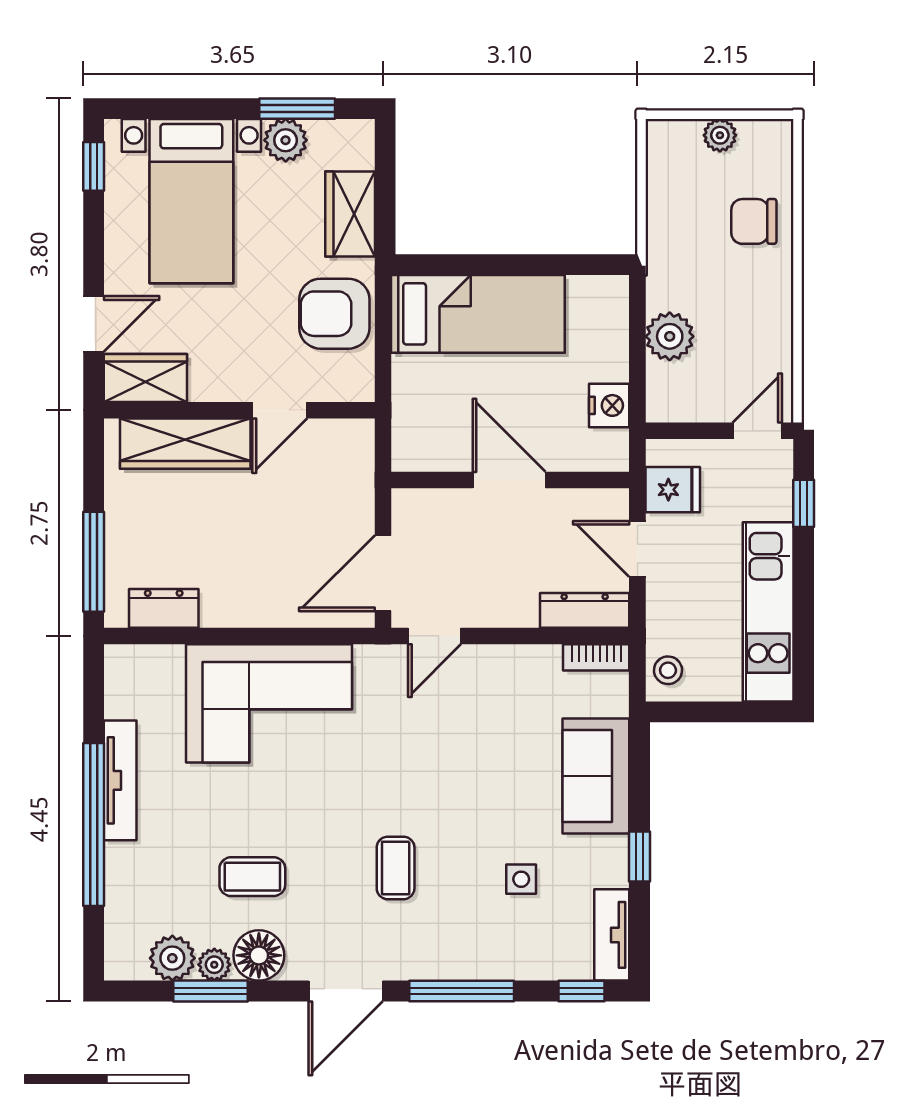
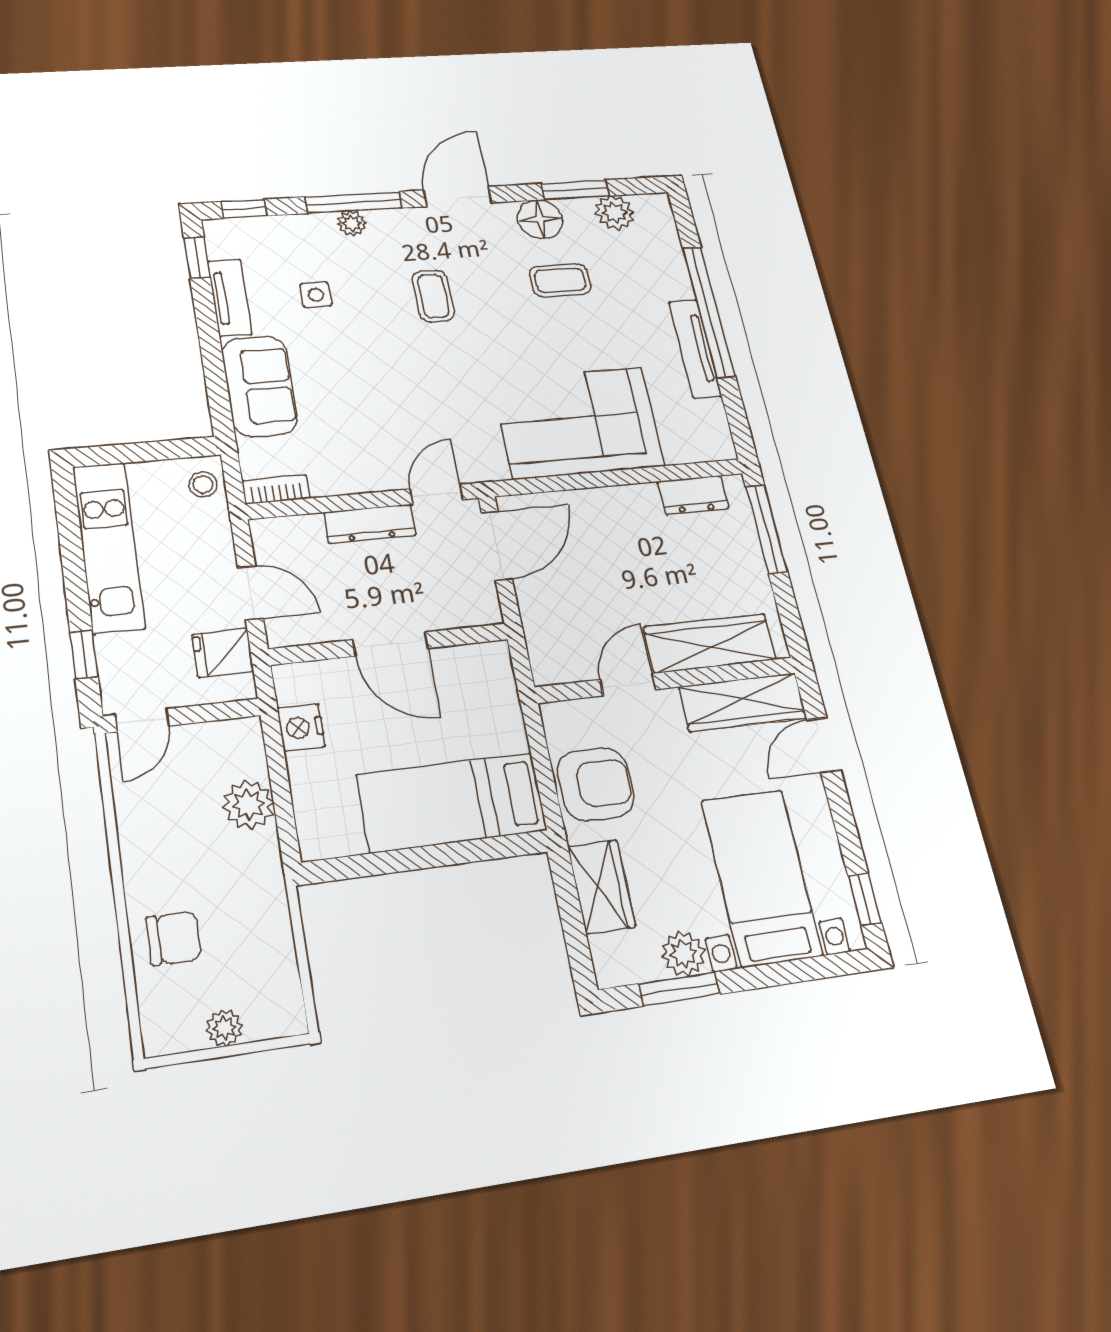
wardrobe: (145, 378) -> (743, 702), width x1.50
dresser: (585, 610) -> (370, 524), moved
window: (640, 857) -> (197, 258), moved
tv unit: (612, 935) -> (230, 298), moved
plant: (214, 965) -> (352, 223), moved

